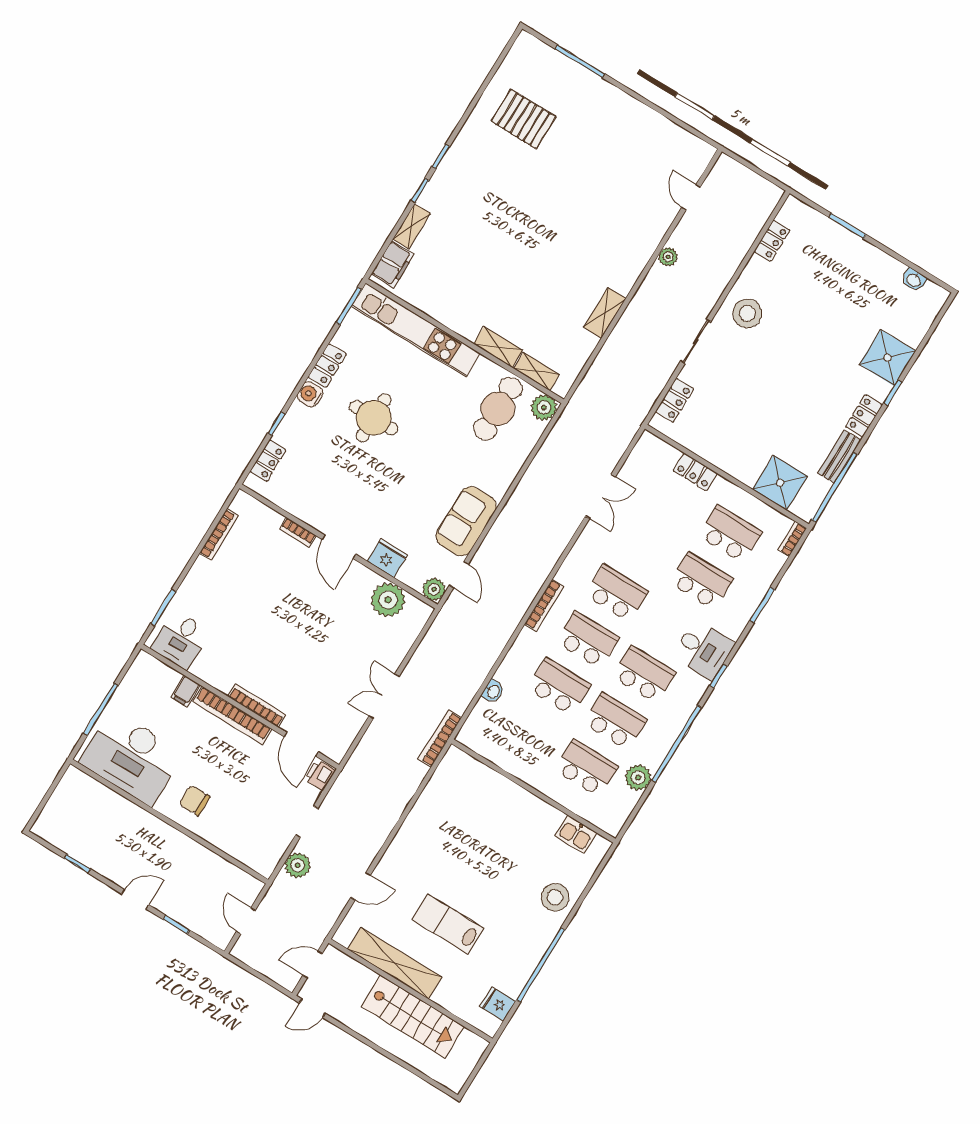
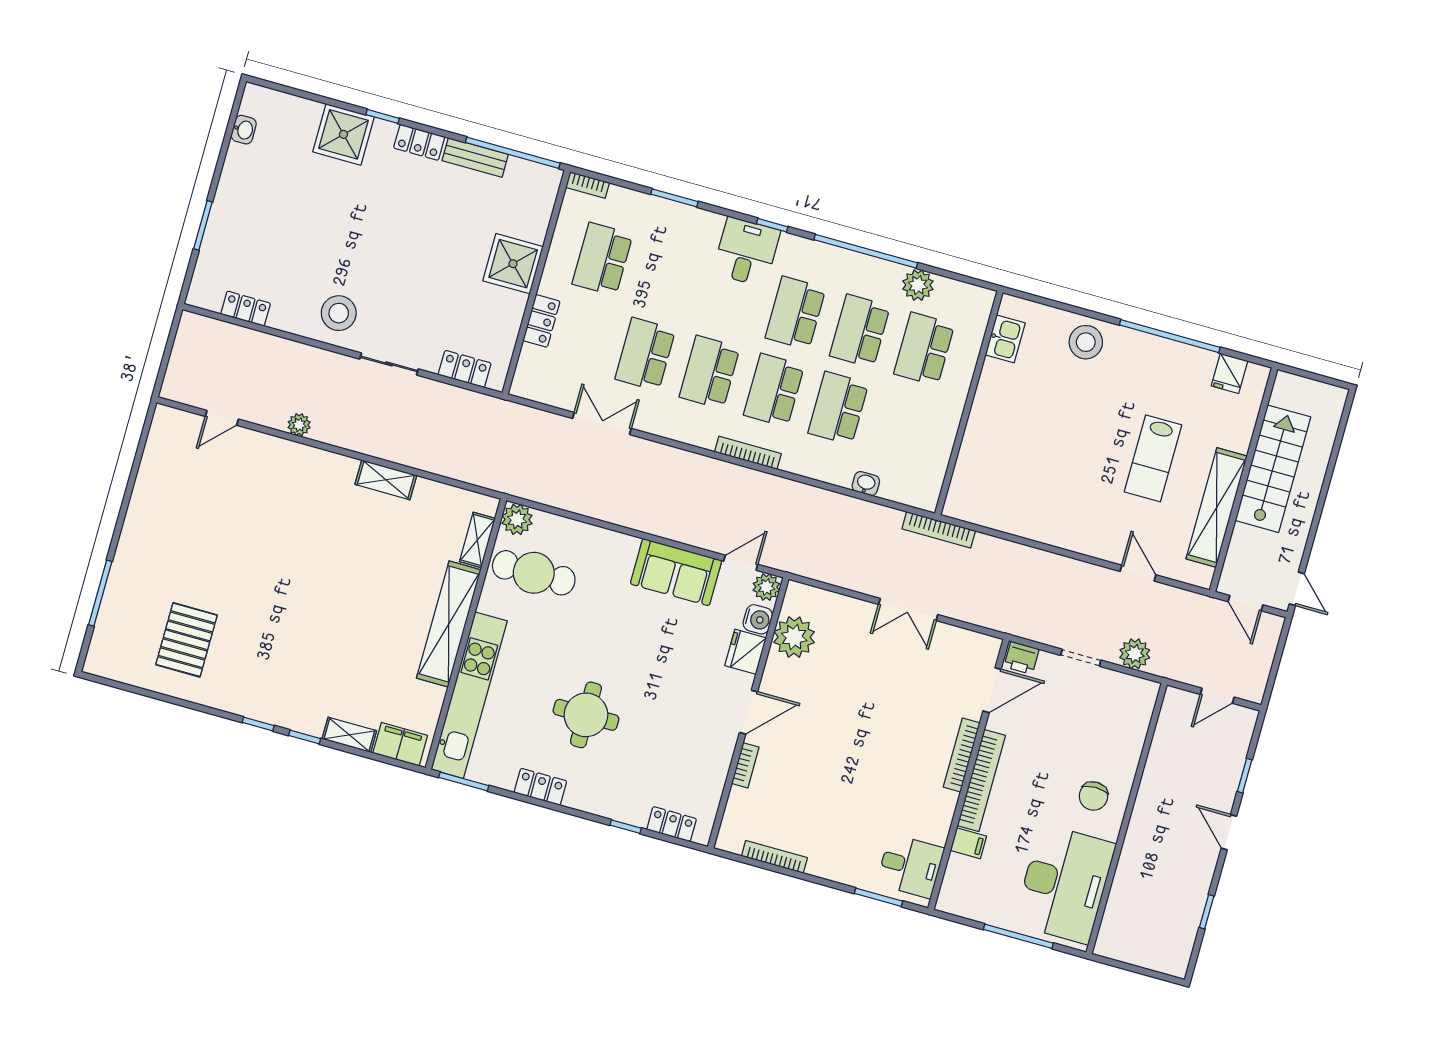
shelving: (498, 347) -> (449, 624), width x2.20, depth x1.33
water cooler: (310, 394) -> (758, 619), moved, turned -90
shower: (780, 483) -> (513, 264), moved
school desk: (701, 581) -> (645, 354), moved

